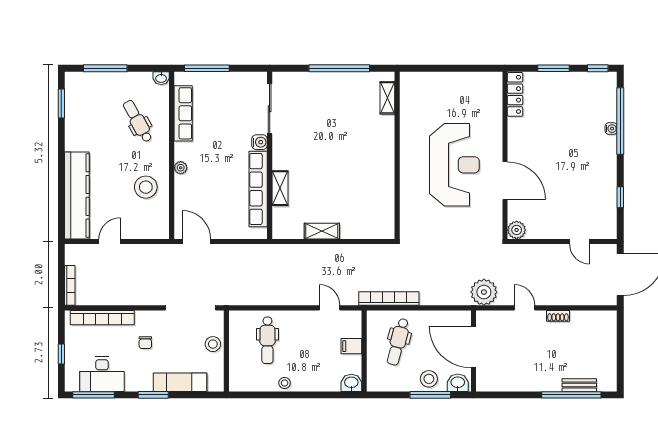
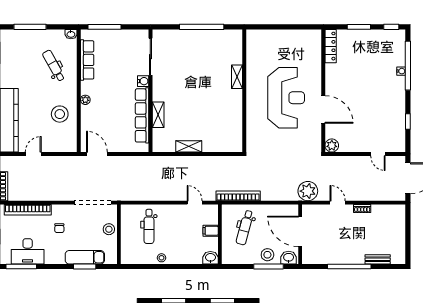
shelving: (387, 98) -> (237, 77), moved
window: (153, 395) -> (85, 267), moved
window: (571, 395) -> (349, 267), moved

